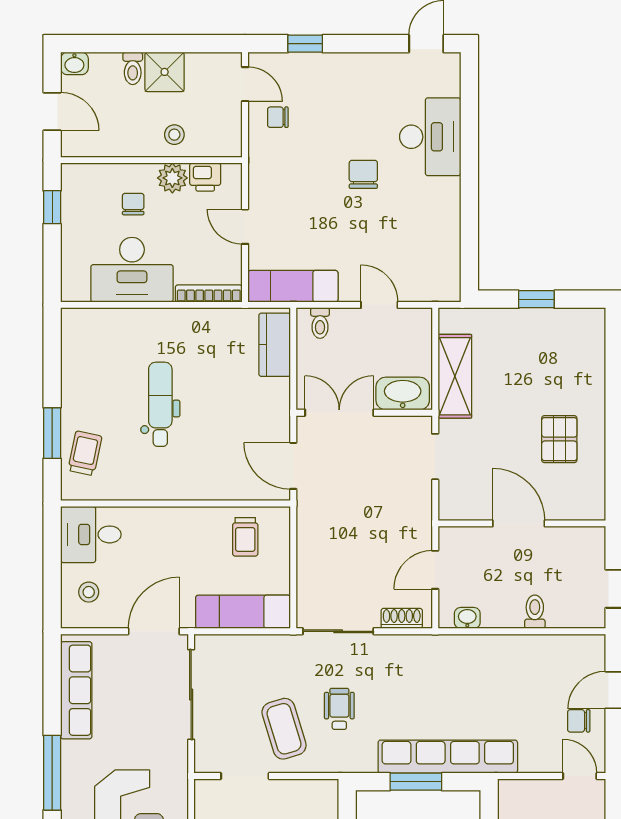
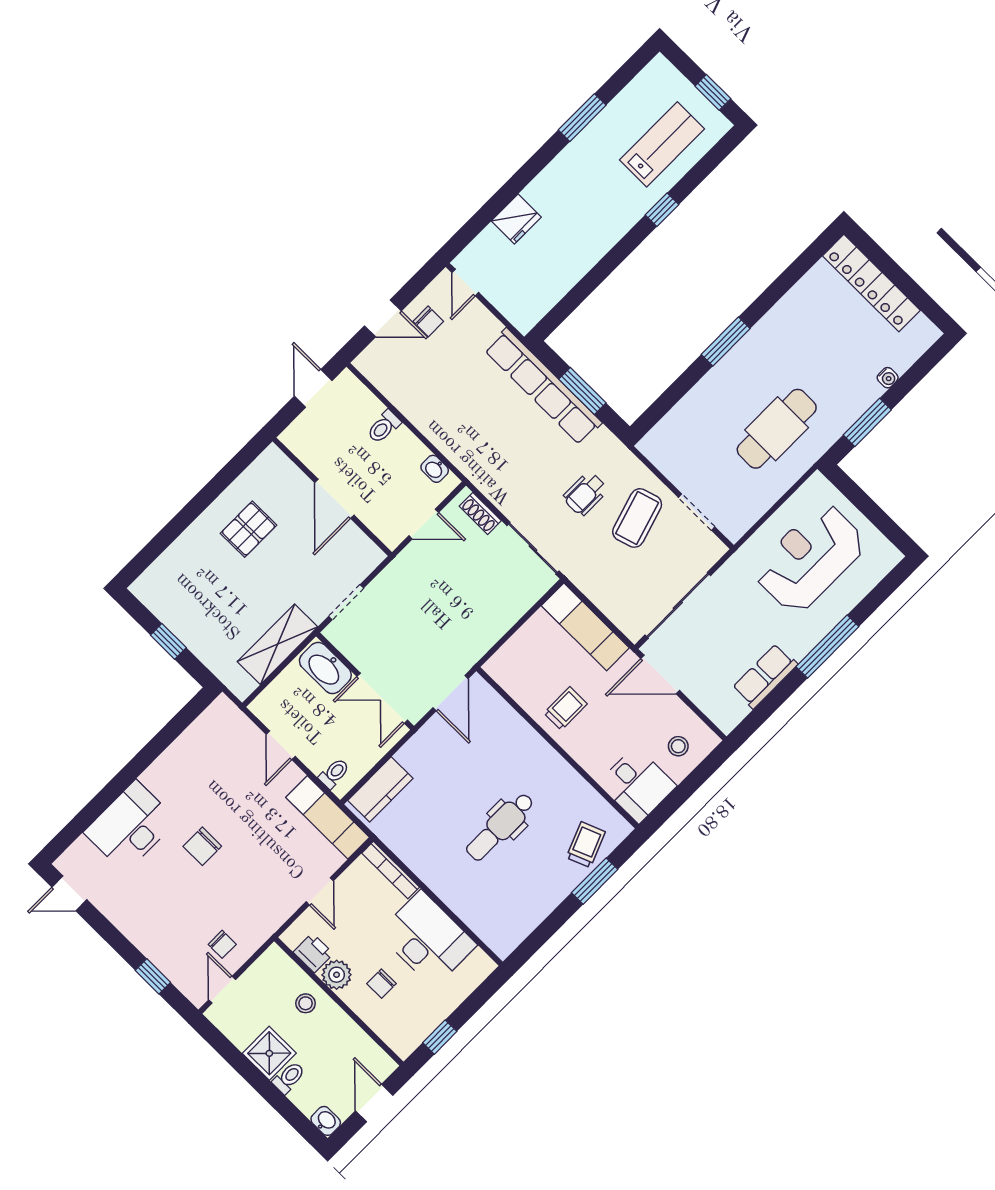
trolley: (85, 453) -> (586, 845), turned 146
trolley: (245, 537) -> (566, 708), moved
row of seats: (76, 690) -> (765, 676), width x0.68

